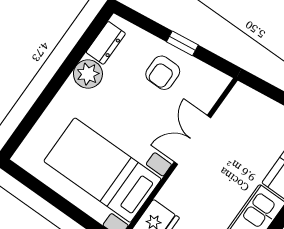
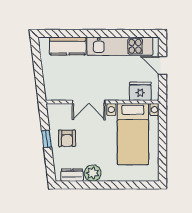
armchair: (163, 73) -> (67, 138), turned 90

